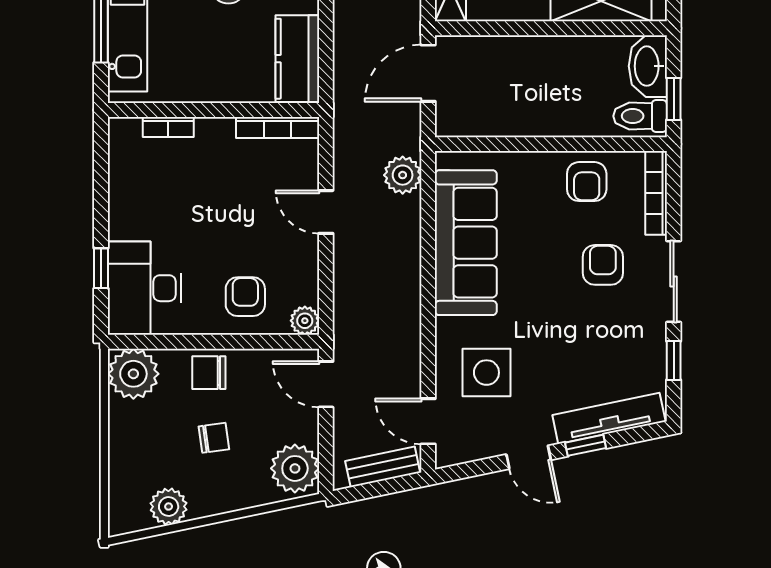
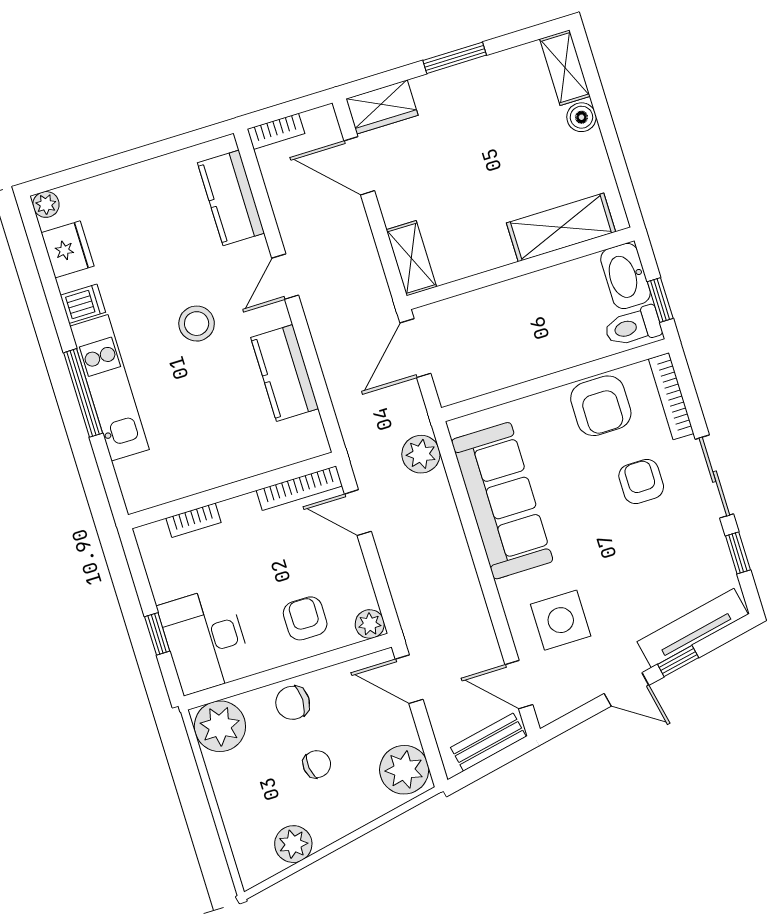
wall: (213, 110) -> (232, 490), moved
bookcase: (168, 127) -> (193, 520), moved
bookcase: (278, 127) -> (299, 488), moved
armchair: (587, 182) -> (601, 406), width x1.38, depth x1.38

